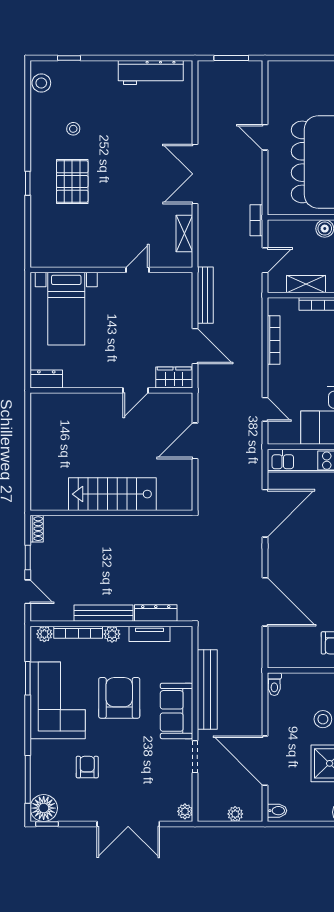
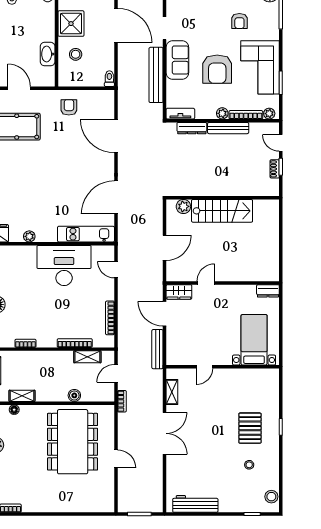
plant: (168, 500) -> (183, 206), added
shoe rack: (37, 529) -> (275, 169), moved
tv unit: (150, 634) -> (180, 114), moved

